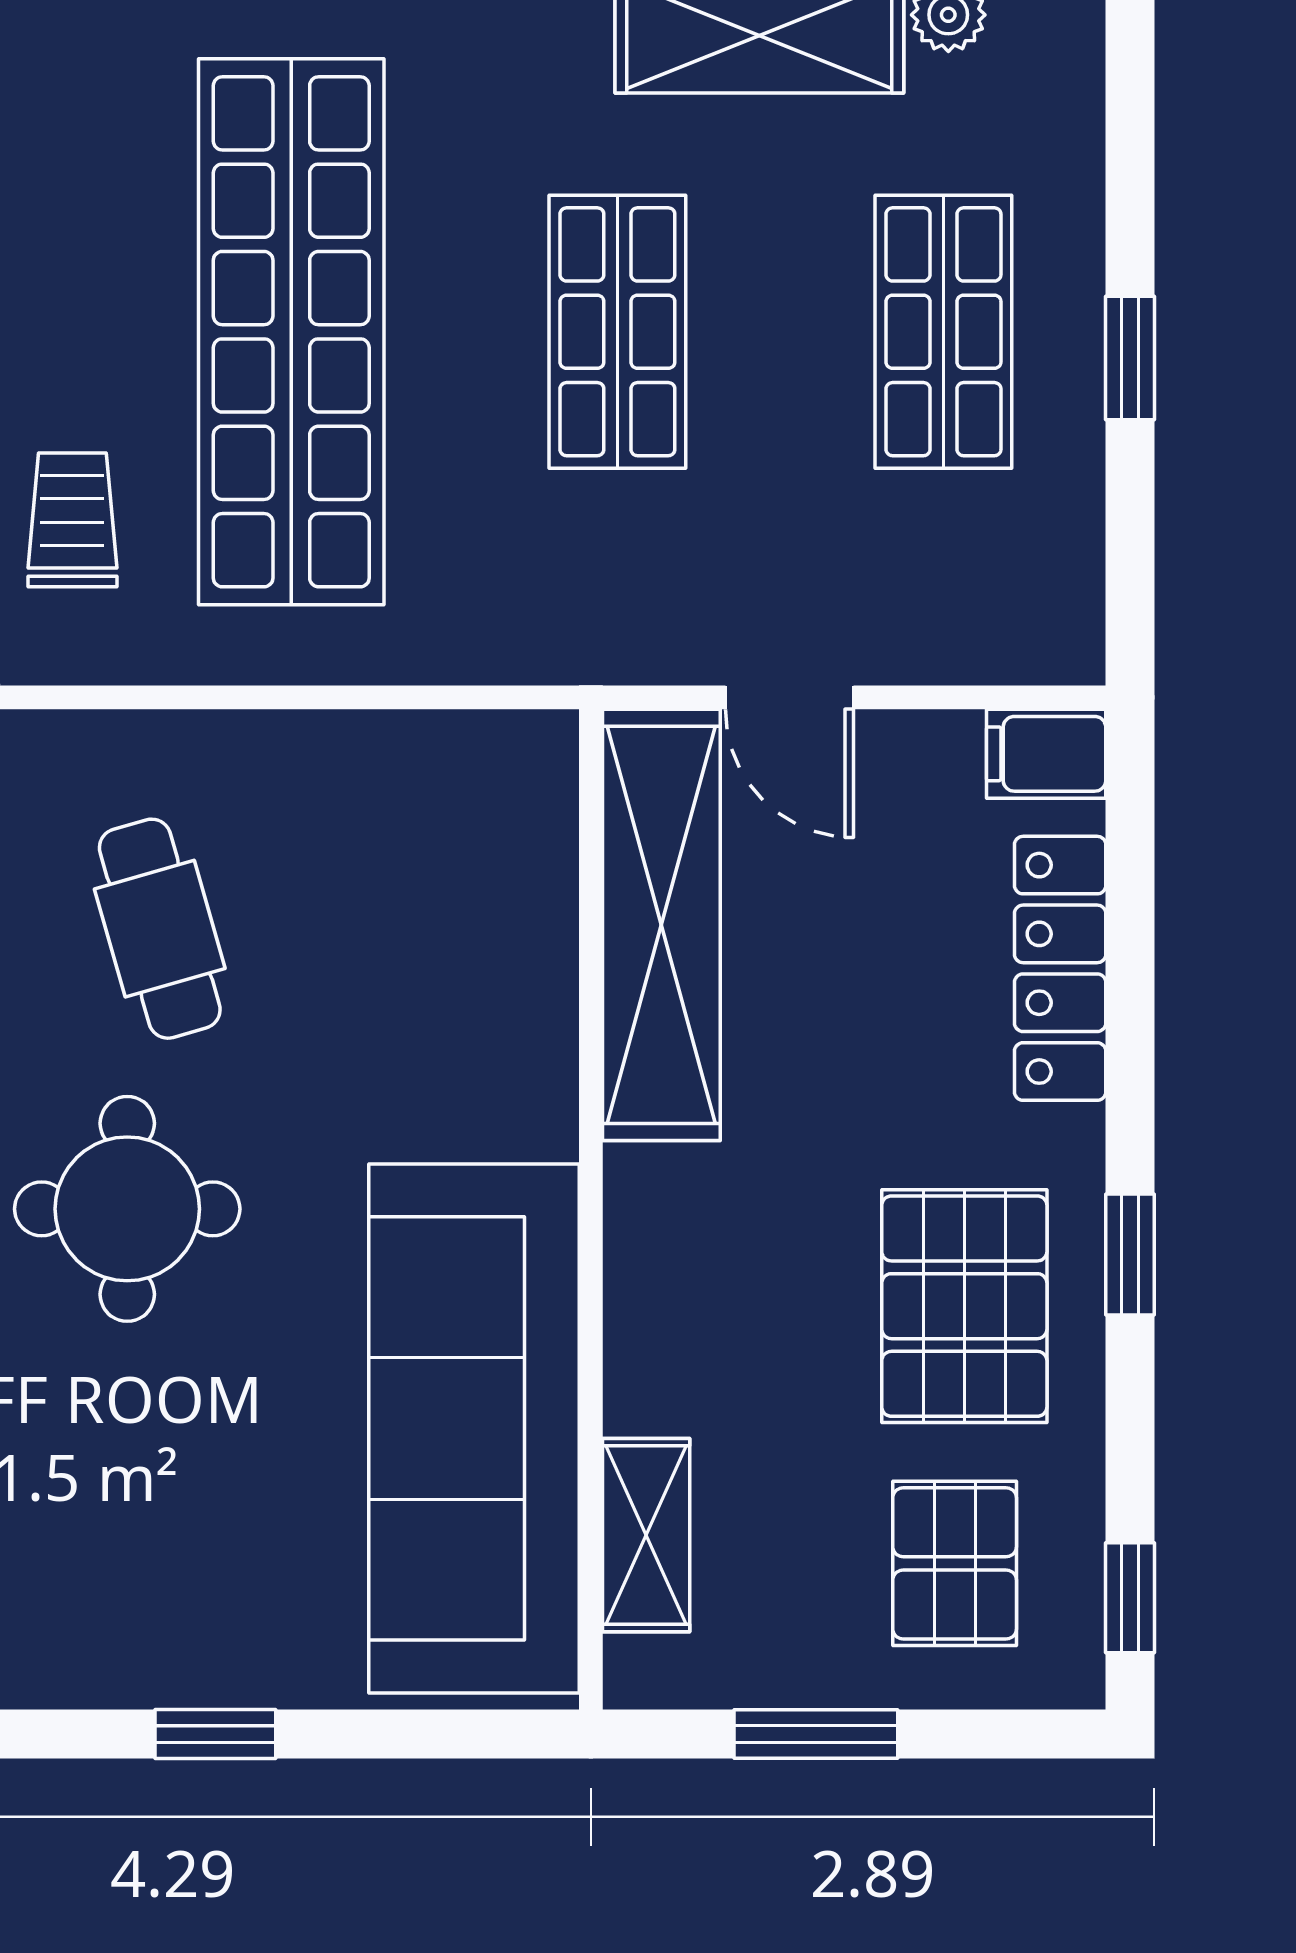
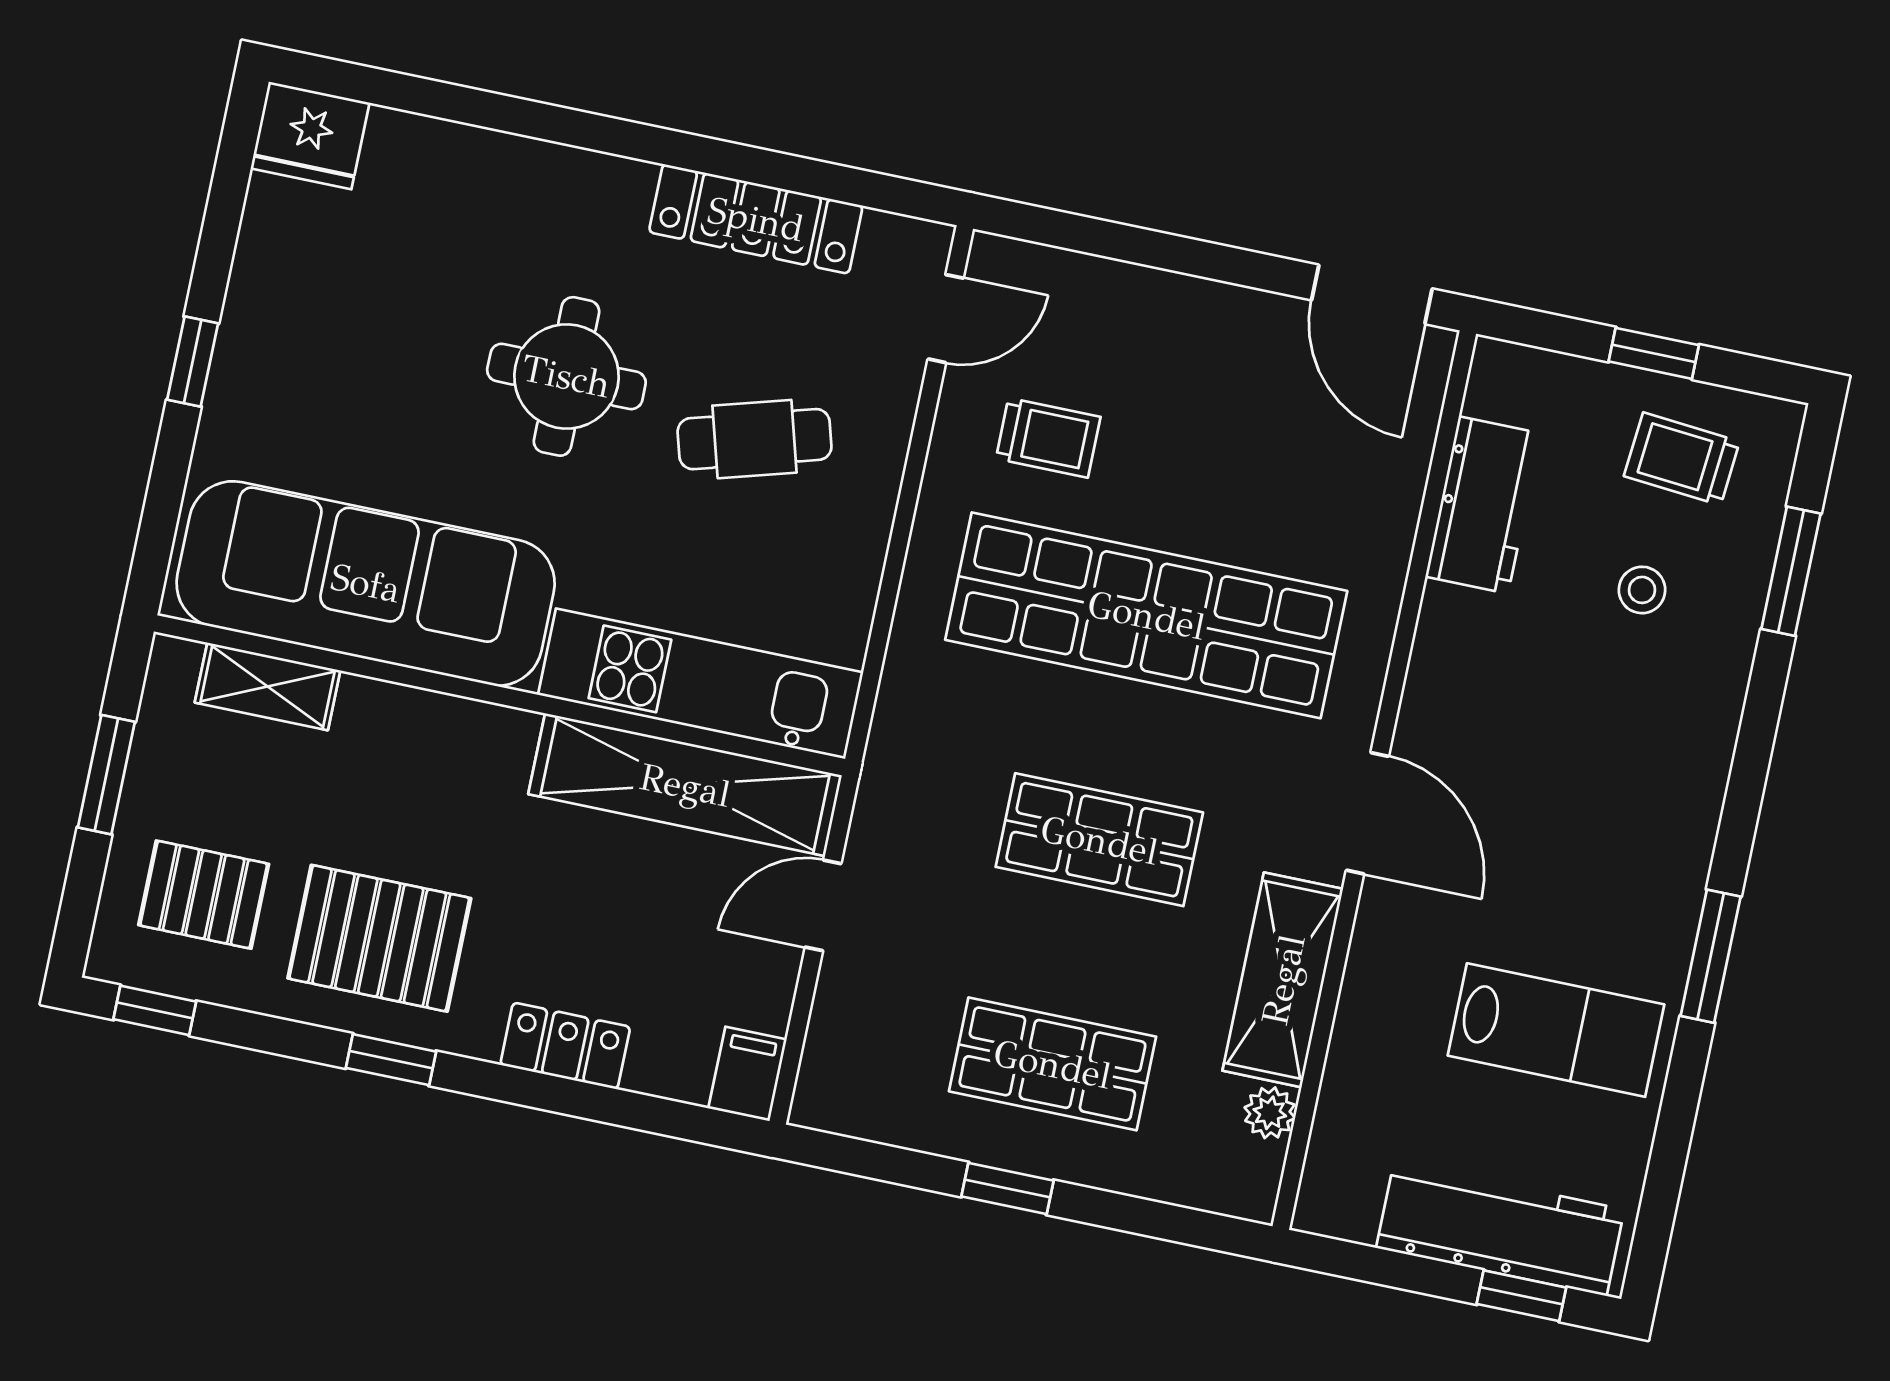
kitchen unit: (516, 933) -> (701, 684), added
locker: (1060, 968) -> (565, 1046), width x0.66

